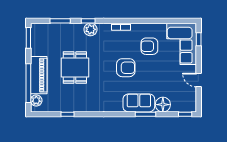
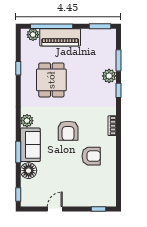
plant: (90, 29) -> (109, 76), moved
corner sofa: (182, 44) -> (94, 191), removed
armchair: (149, 46) -> (91, 156), turned 90
dining table: (75, 68) -> (51, 80), moved, turned 90
plant: (116, 106) -> (27, 121), added

